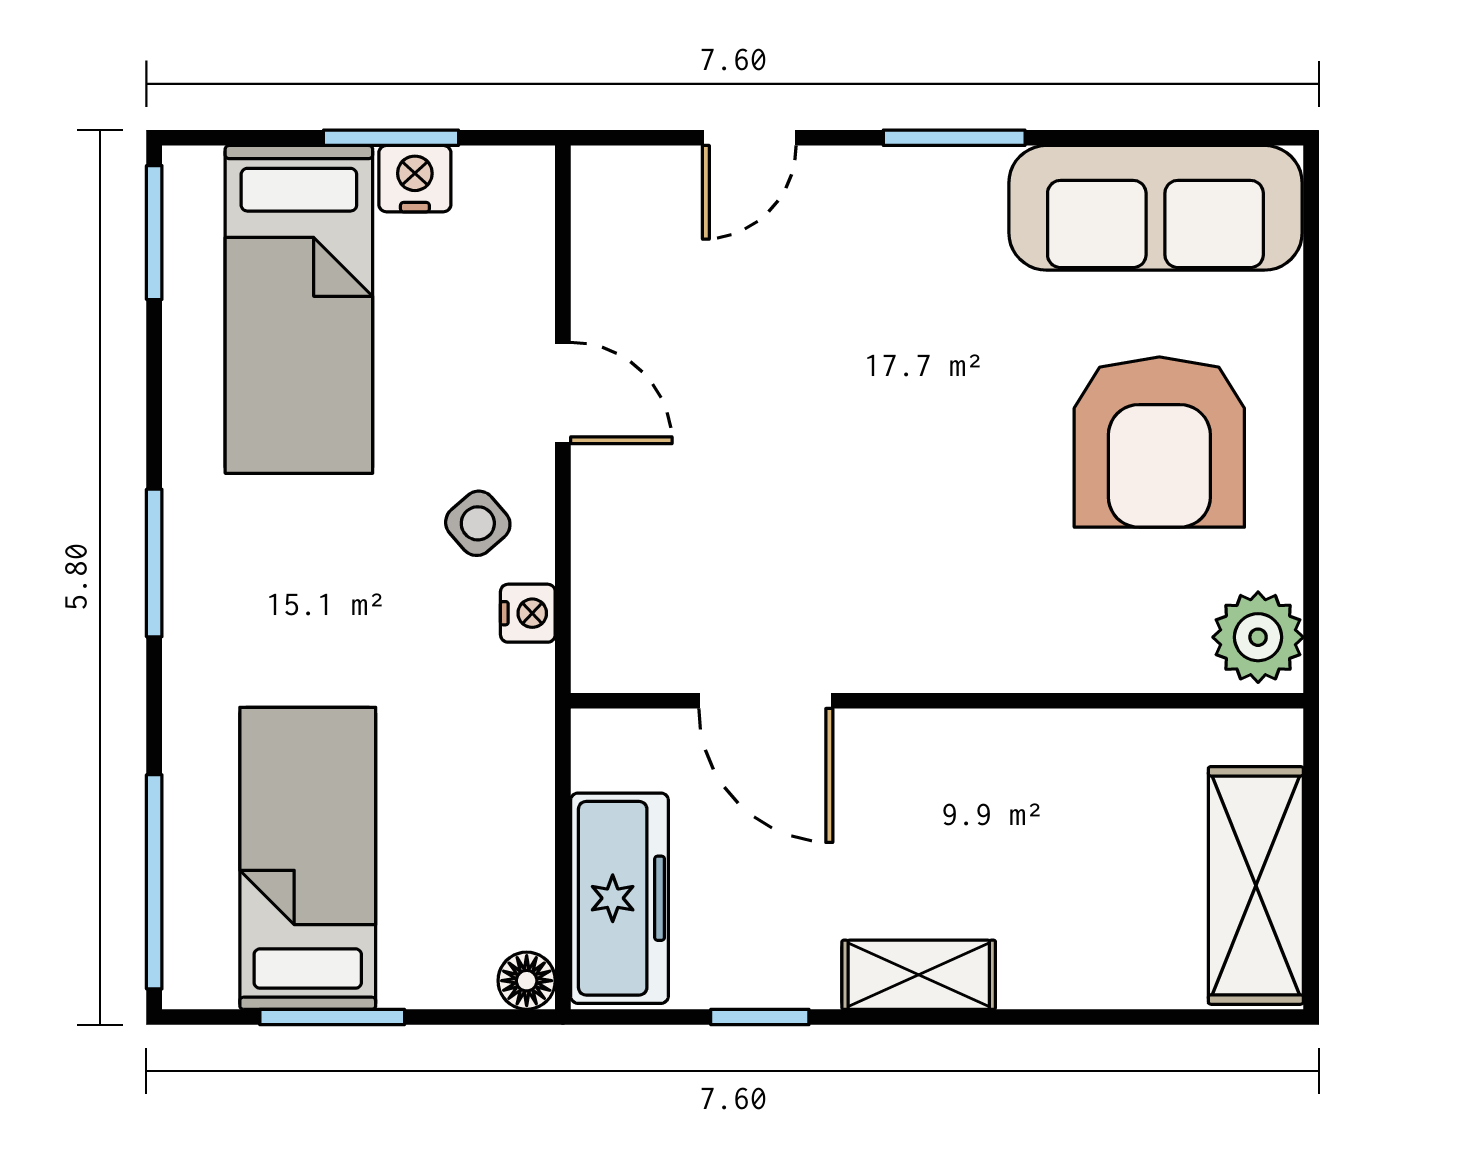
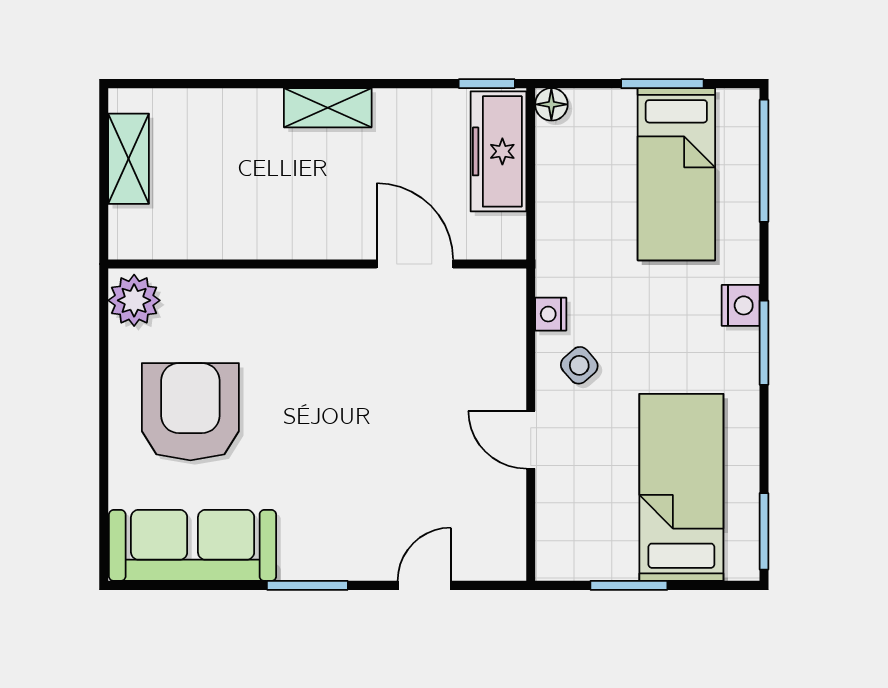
nightstand: (415, 179) -> (741, 305), moved, turned -90
shelving: (1256, 885) -> (129, 159), width x0.67, depth x0.75
window: (760, 1017) -> (487, 84), moved

